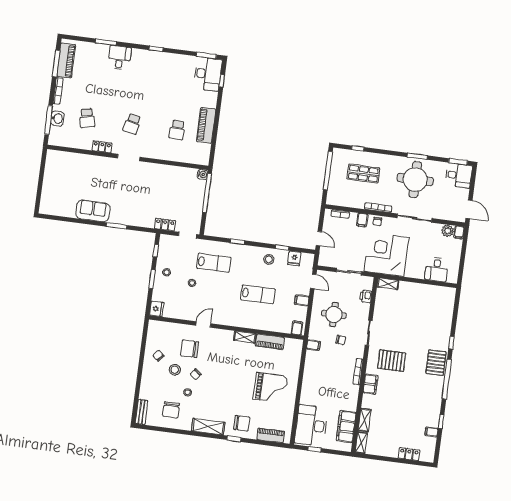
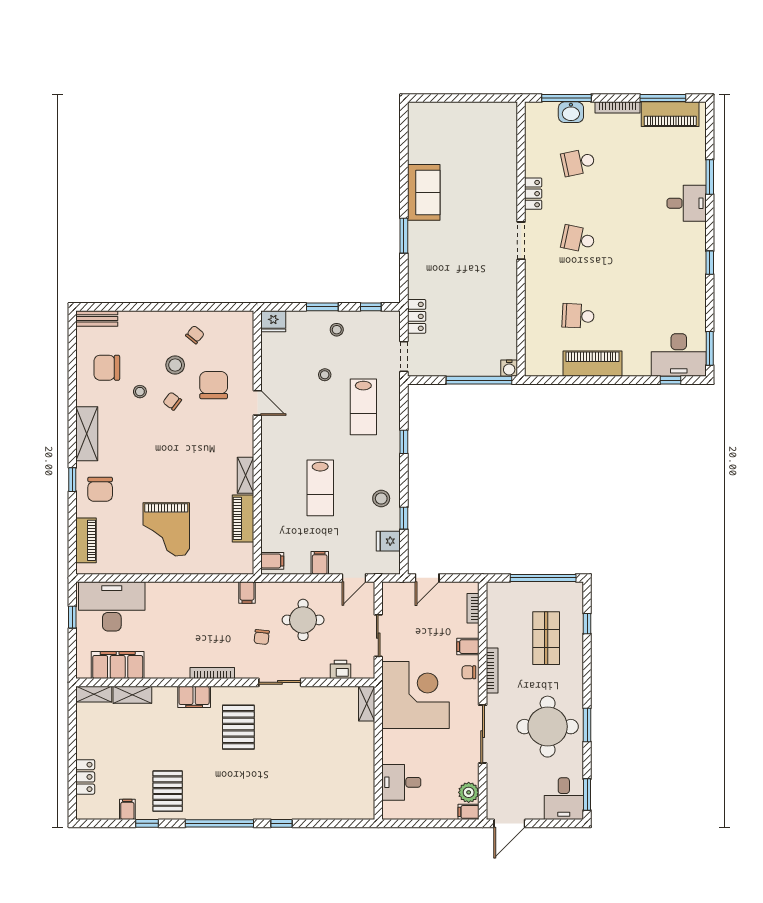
pallet: (436, 363) -> (168, 791), moved, turned 90

